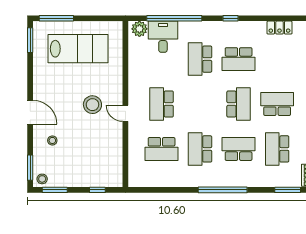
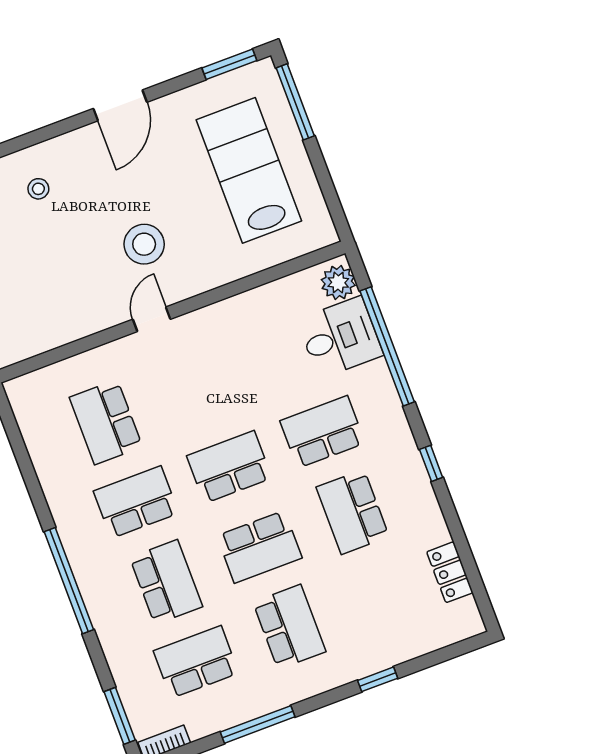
lab bench: (78, 49) -> (249, 170), turned 180
school desk: (162, 104) -> (229, 467), moved
door: (30, 112) -> (120, 105), moved

